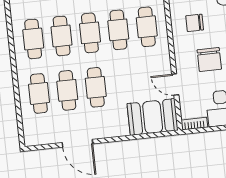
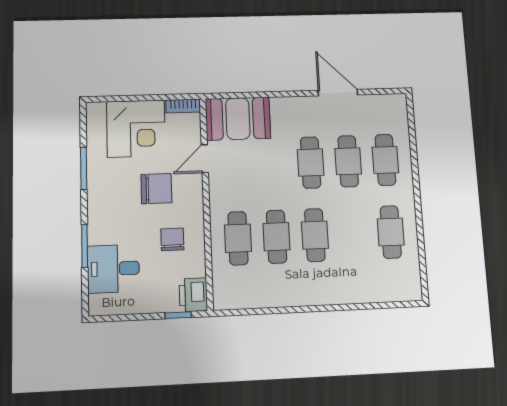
chair: (195, 23) -> (172, 239), turned -90
cafe table: (62, 36) -> (353, 234), removed
chair: (209, 59) -> (156, 189), turned 90
door: (175, 84) -> (205, 159), swing flipped

